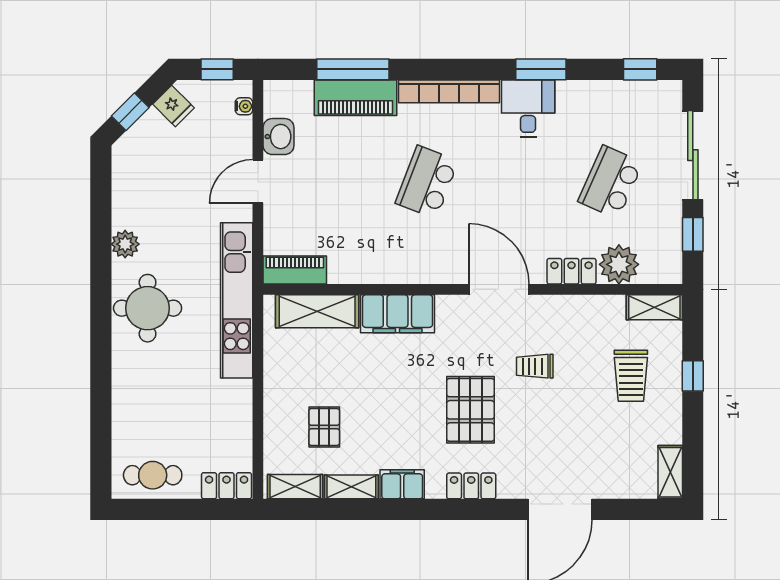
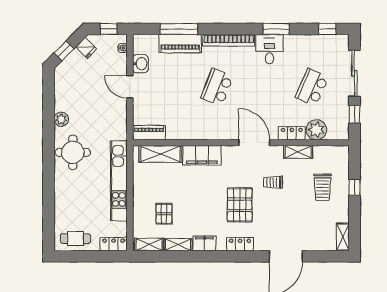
door: (258, 181) -> (130, 87), hinge flipped
kitchen unit: (237, 300) -> (119, 181), moved
shelving: (654, 307) -> (298, 152), moved

